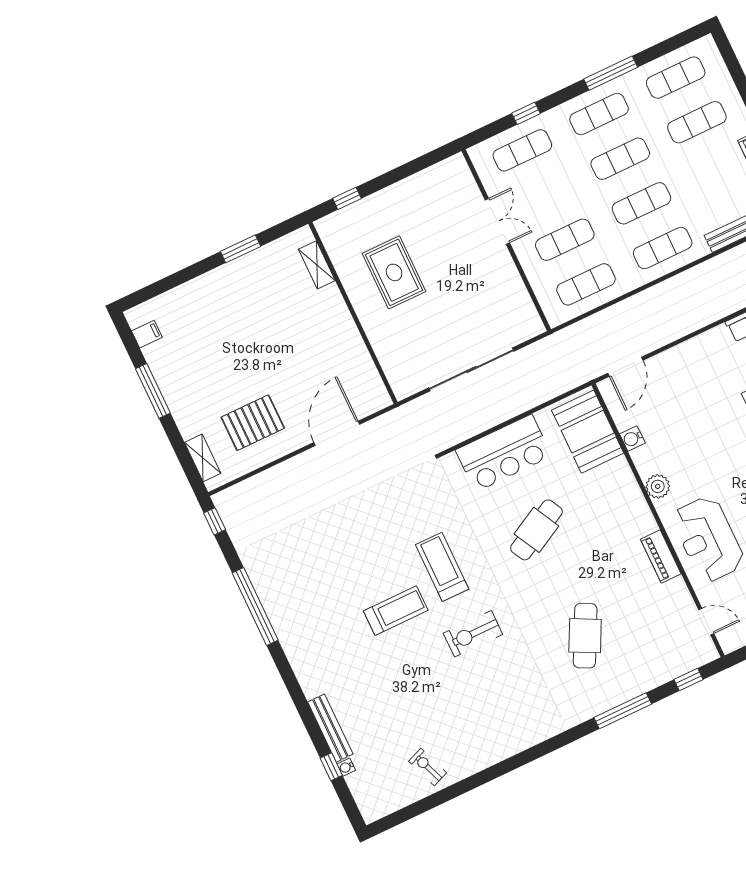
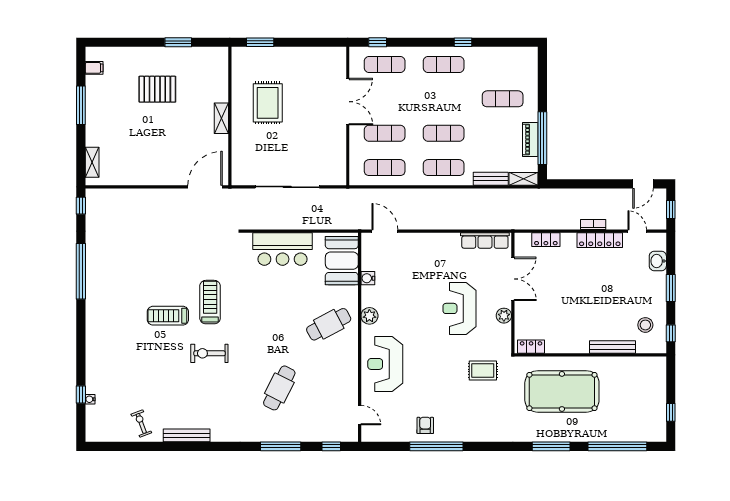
window: (611, 73) -> (463, 42), width x0.46
exercise mat: (676, 78) -> (503, 64), removed
window: (526, 113) -> (378, 42), moved
exercise mat: (620, 159) -> (444, 99), removed
window: (347, 198) -> (260, 42), width x1.50
double door: (497, 221) -> (348, 102), width x1.37
shelving: (317, 265) -> (221, 118), moved
door: (625, 367) -> (385, 231), swing flipped
pallet: (253, 423) -> (157, 89), moved
door: (337, 433) -> (205, 187), moved
cafe table: (536, 530) -> (329, 324), moved
piano: (661, 556) -> (350, 361), removed
treadmill: (396, 611) -> (168, 316), turned 180
bench: (330, 728) -> (187, 435), moved, turned 90

